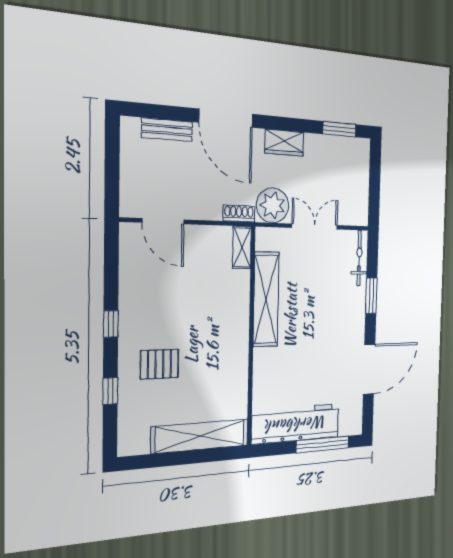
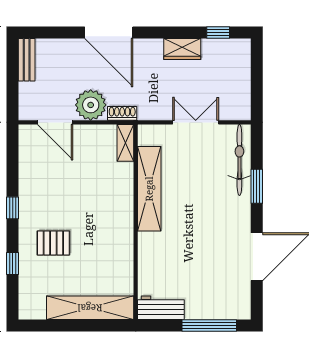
window: (339, 129) -> (218, 32), width x0.67
bench: (167, 130) -> (27, 60), moved, turned 90
wardrobe: (284, 143) -> (182, 49), moved
plant: (273, 205) -> (91, 105), moved
bicycle: (359, 258) -> (239, 160), width x1.37, depth x1.40
workbench: (296, 424) -> (161, 308), width x0.53, depth x0.76

